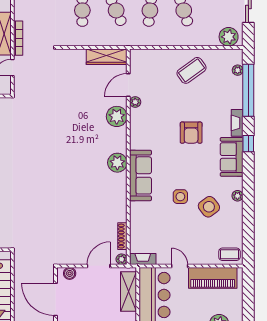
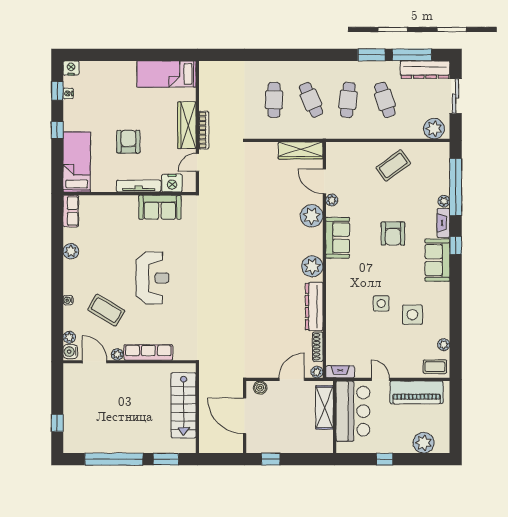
plant: (238, 70) -> (444, 201), moved
door: (128, 85) -> (324, 181), hinge flipped
sofa: (141, 175) -> (338, 238), moved, width x0.73
plant: (237, 196) -> (444, 345), moved
dresser: (119, 199) -> (314, 306), added
side table: (209, 207) -> (412, 315), turned 37

